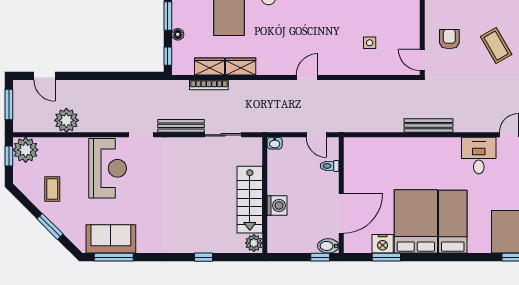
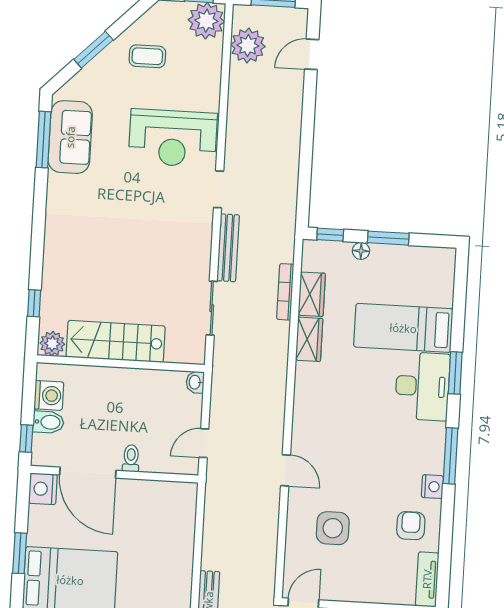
side table: (370, 43) -> (333, 528), width x1.87, depth x1.87
door: (307, 78) -> (286, 470), moved
plant: (66, 120) -> (248, 46), moved
toilet: (330, 166) -> (131, 458), moved
washing machine: (277, 206) -> (49, 395), moved, turned -90
nightstand: (383, 244) -> (43, 489), moved
bidet: (328, 246) -> (48, 422), moved, turned 90
window: (204, 257) -> (34, 303), moved
window: (386, 257) -> (20, 553), moved

